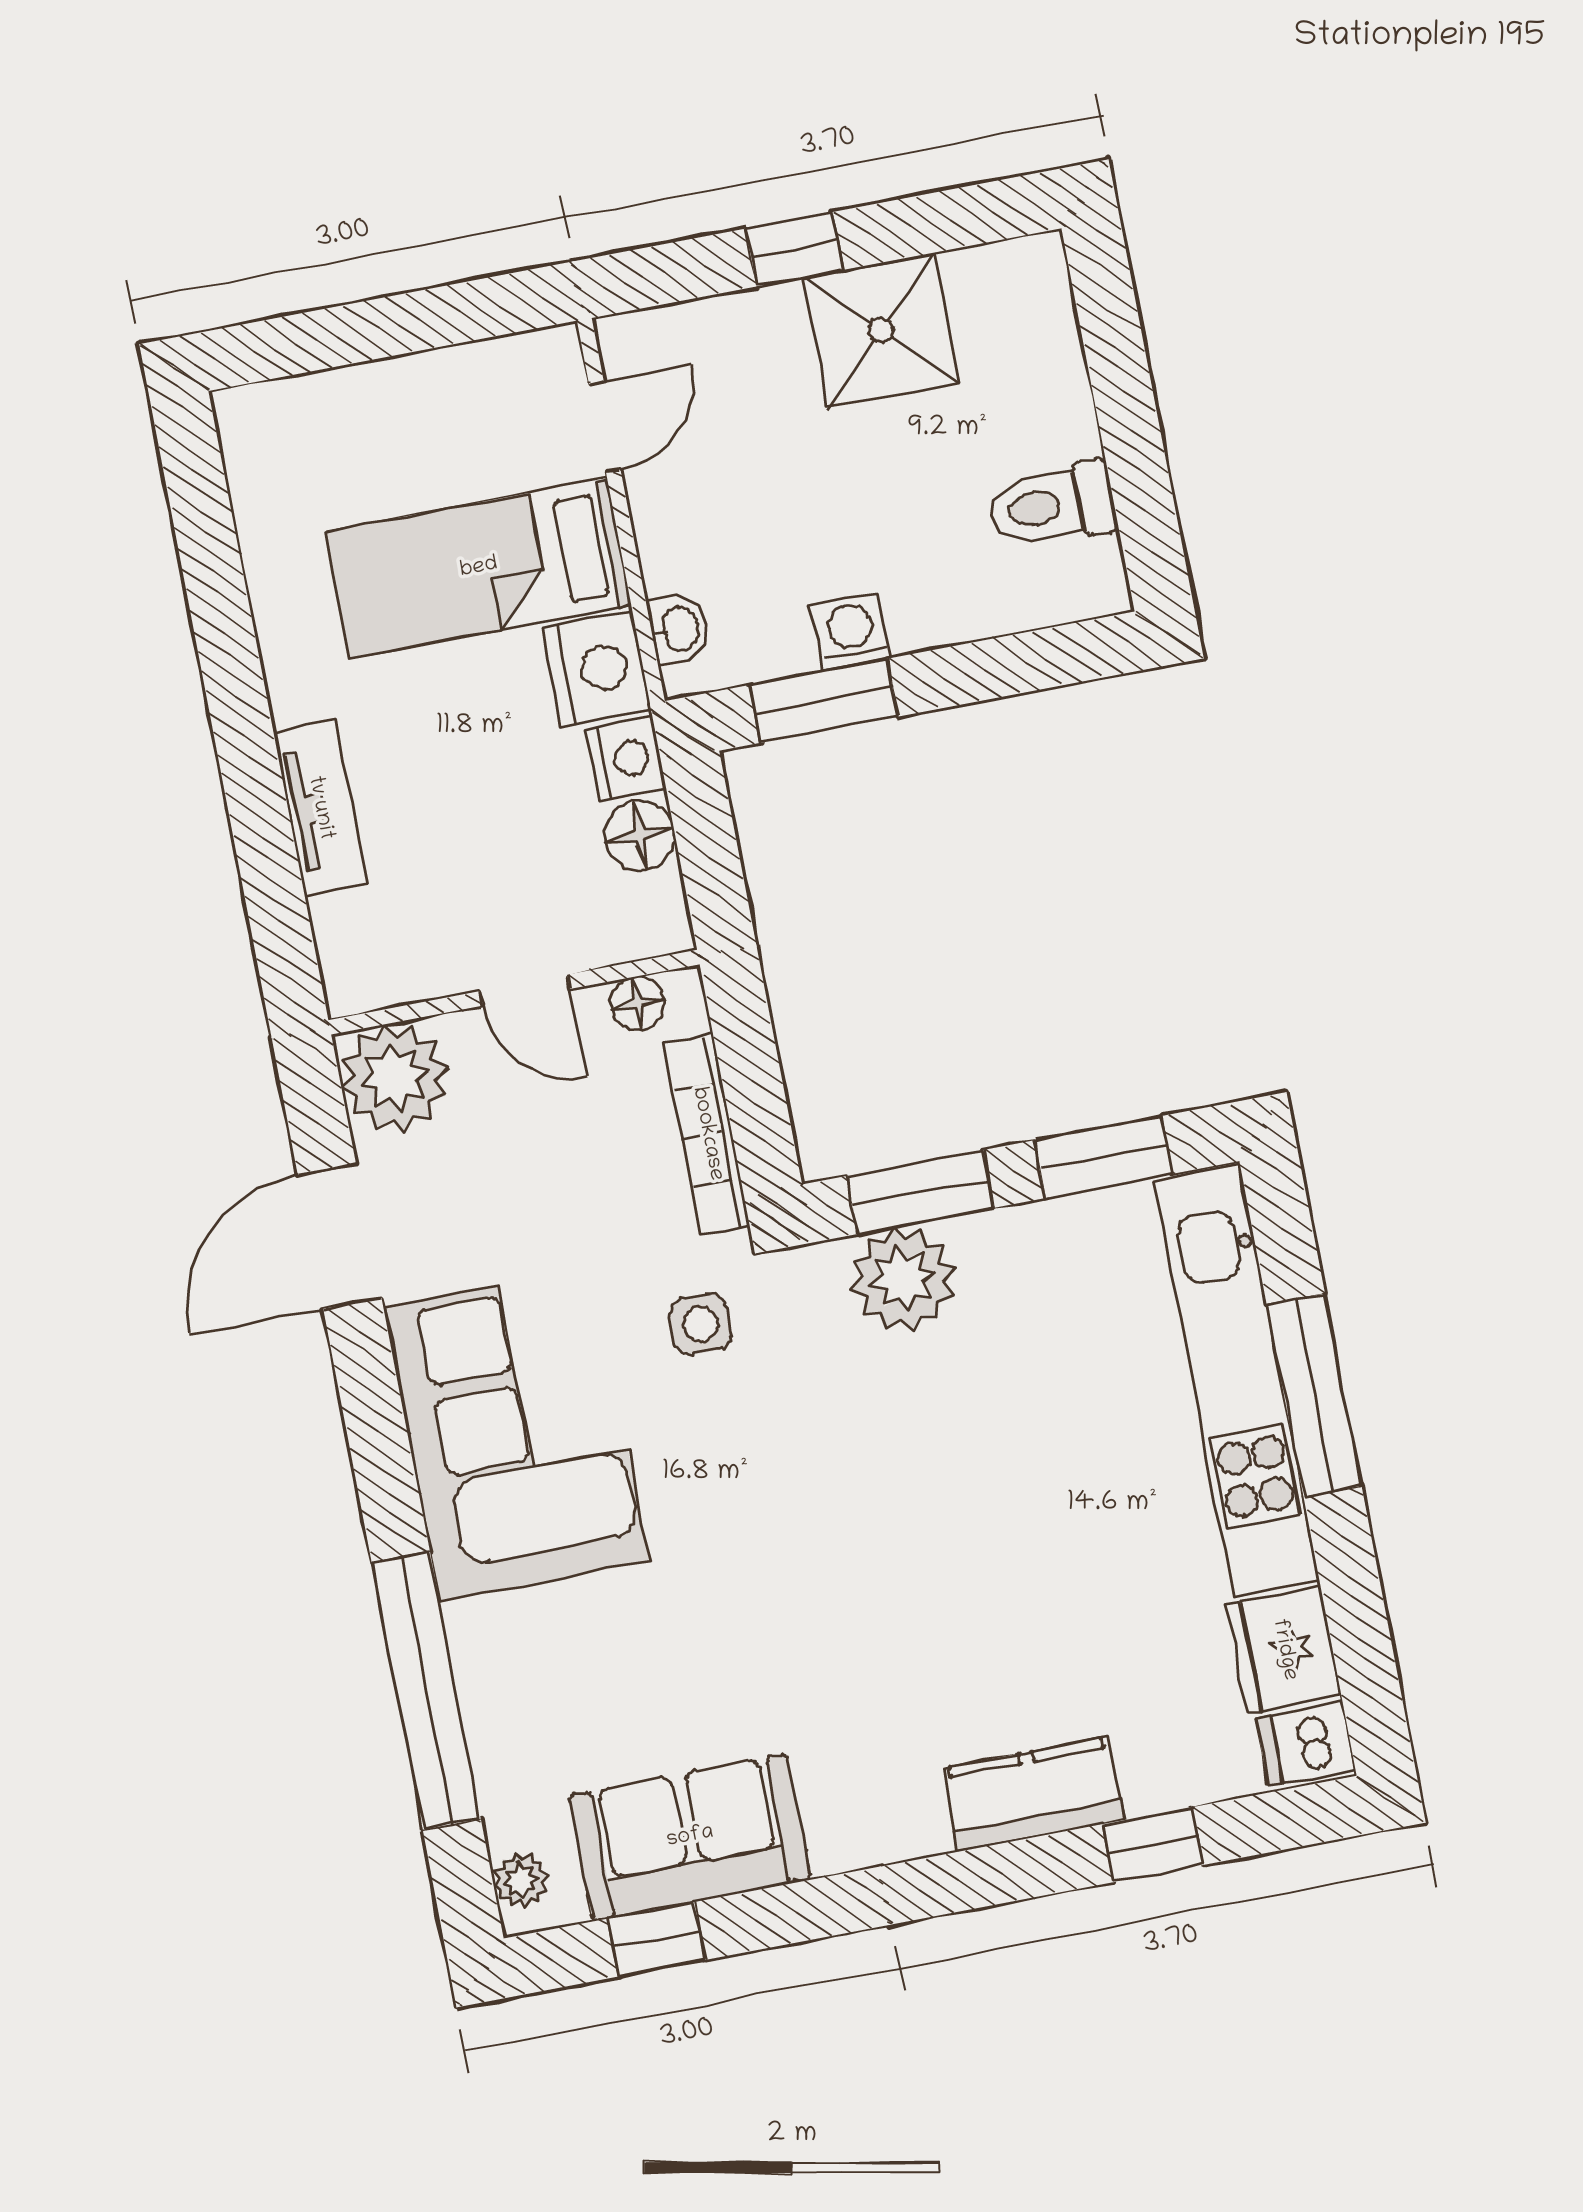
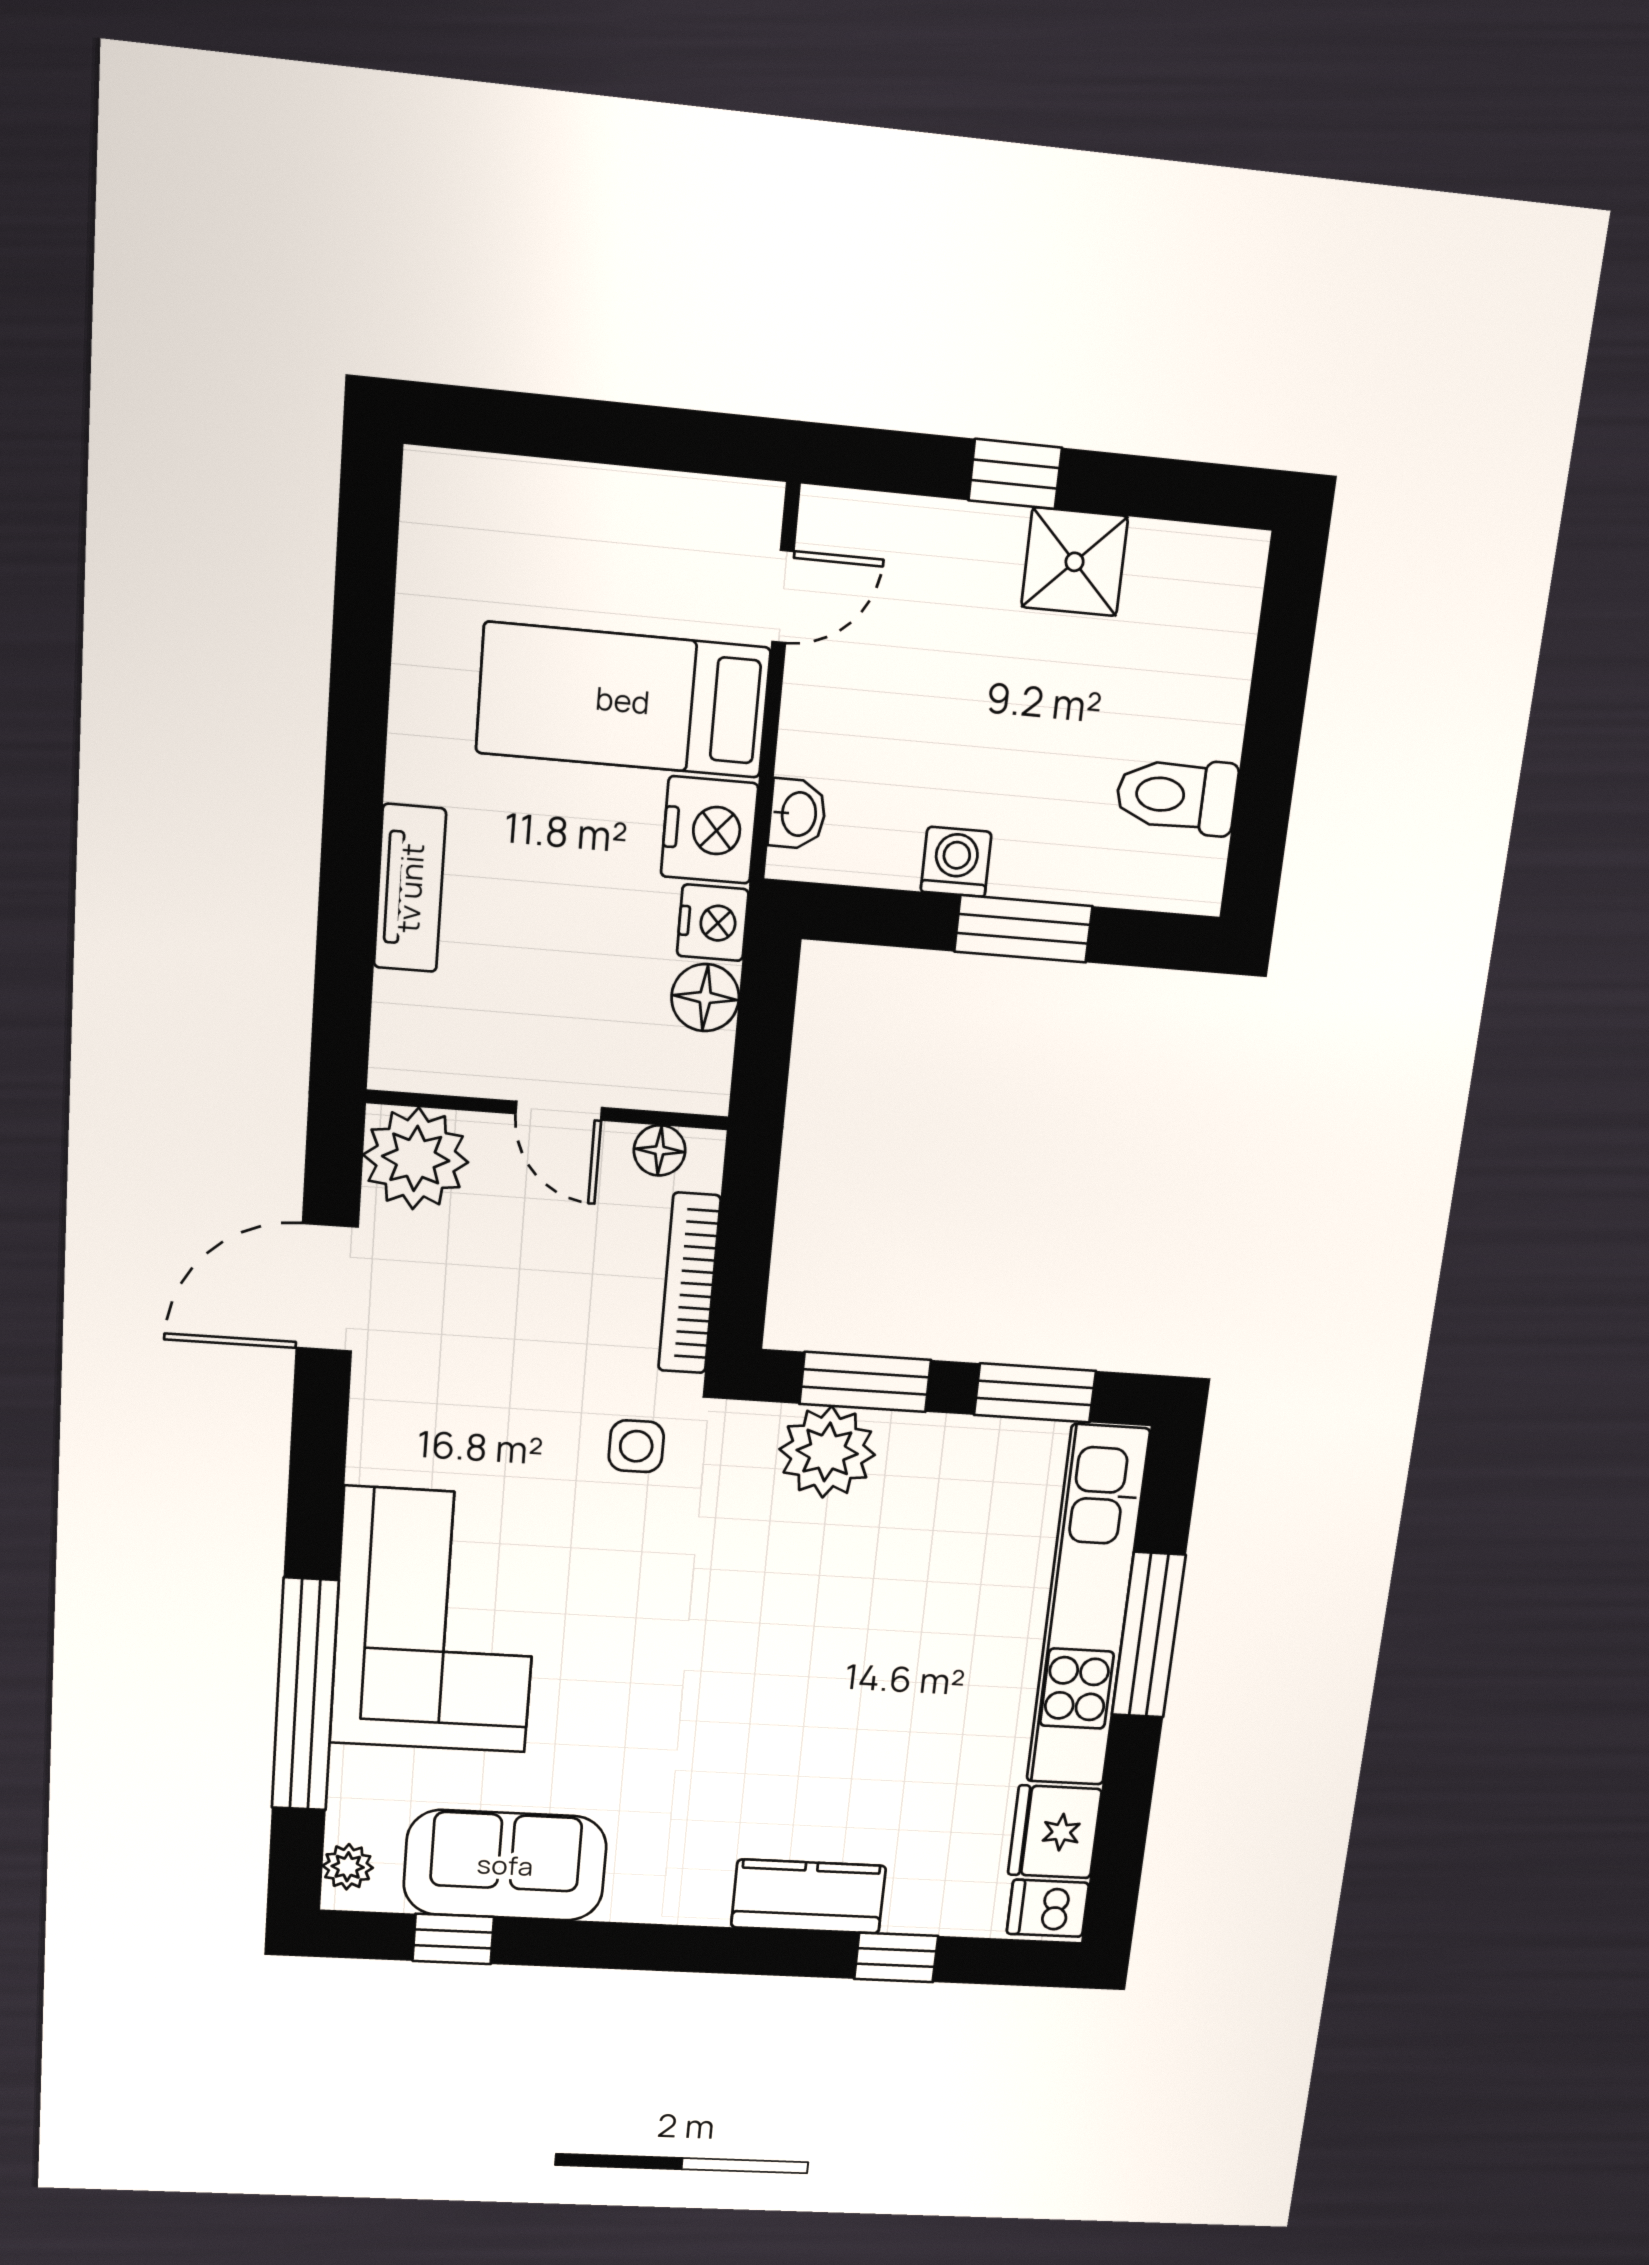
shower: (881, 330) -> (1075, 562), width x0.73, depth x0.73
window: (824, 701) -> (1023, 929), moved
corner sofa: (516, 1434) -> (436, 1621), moved

